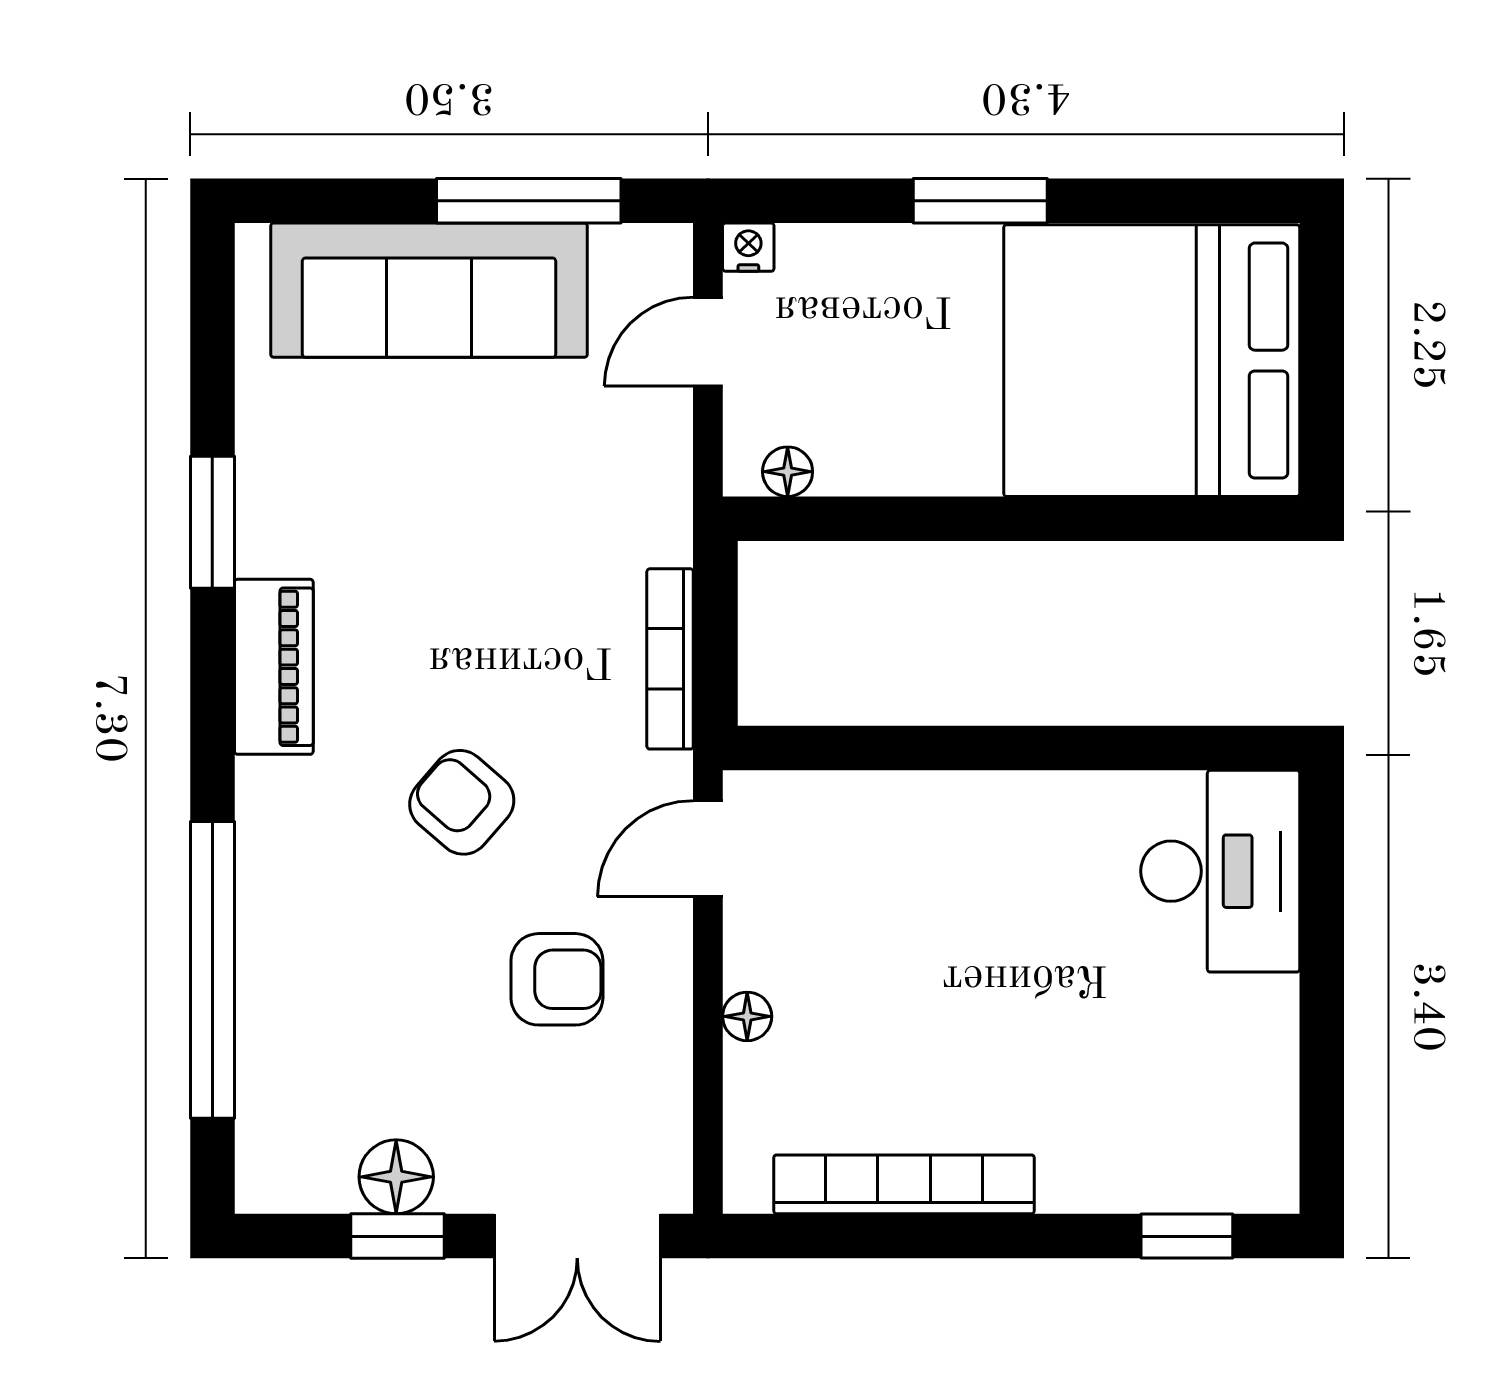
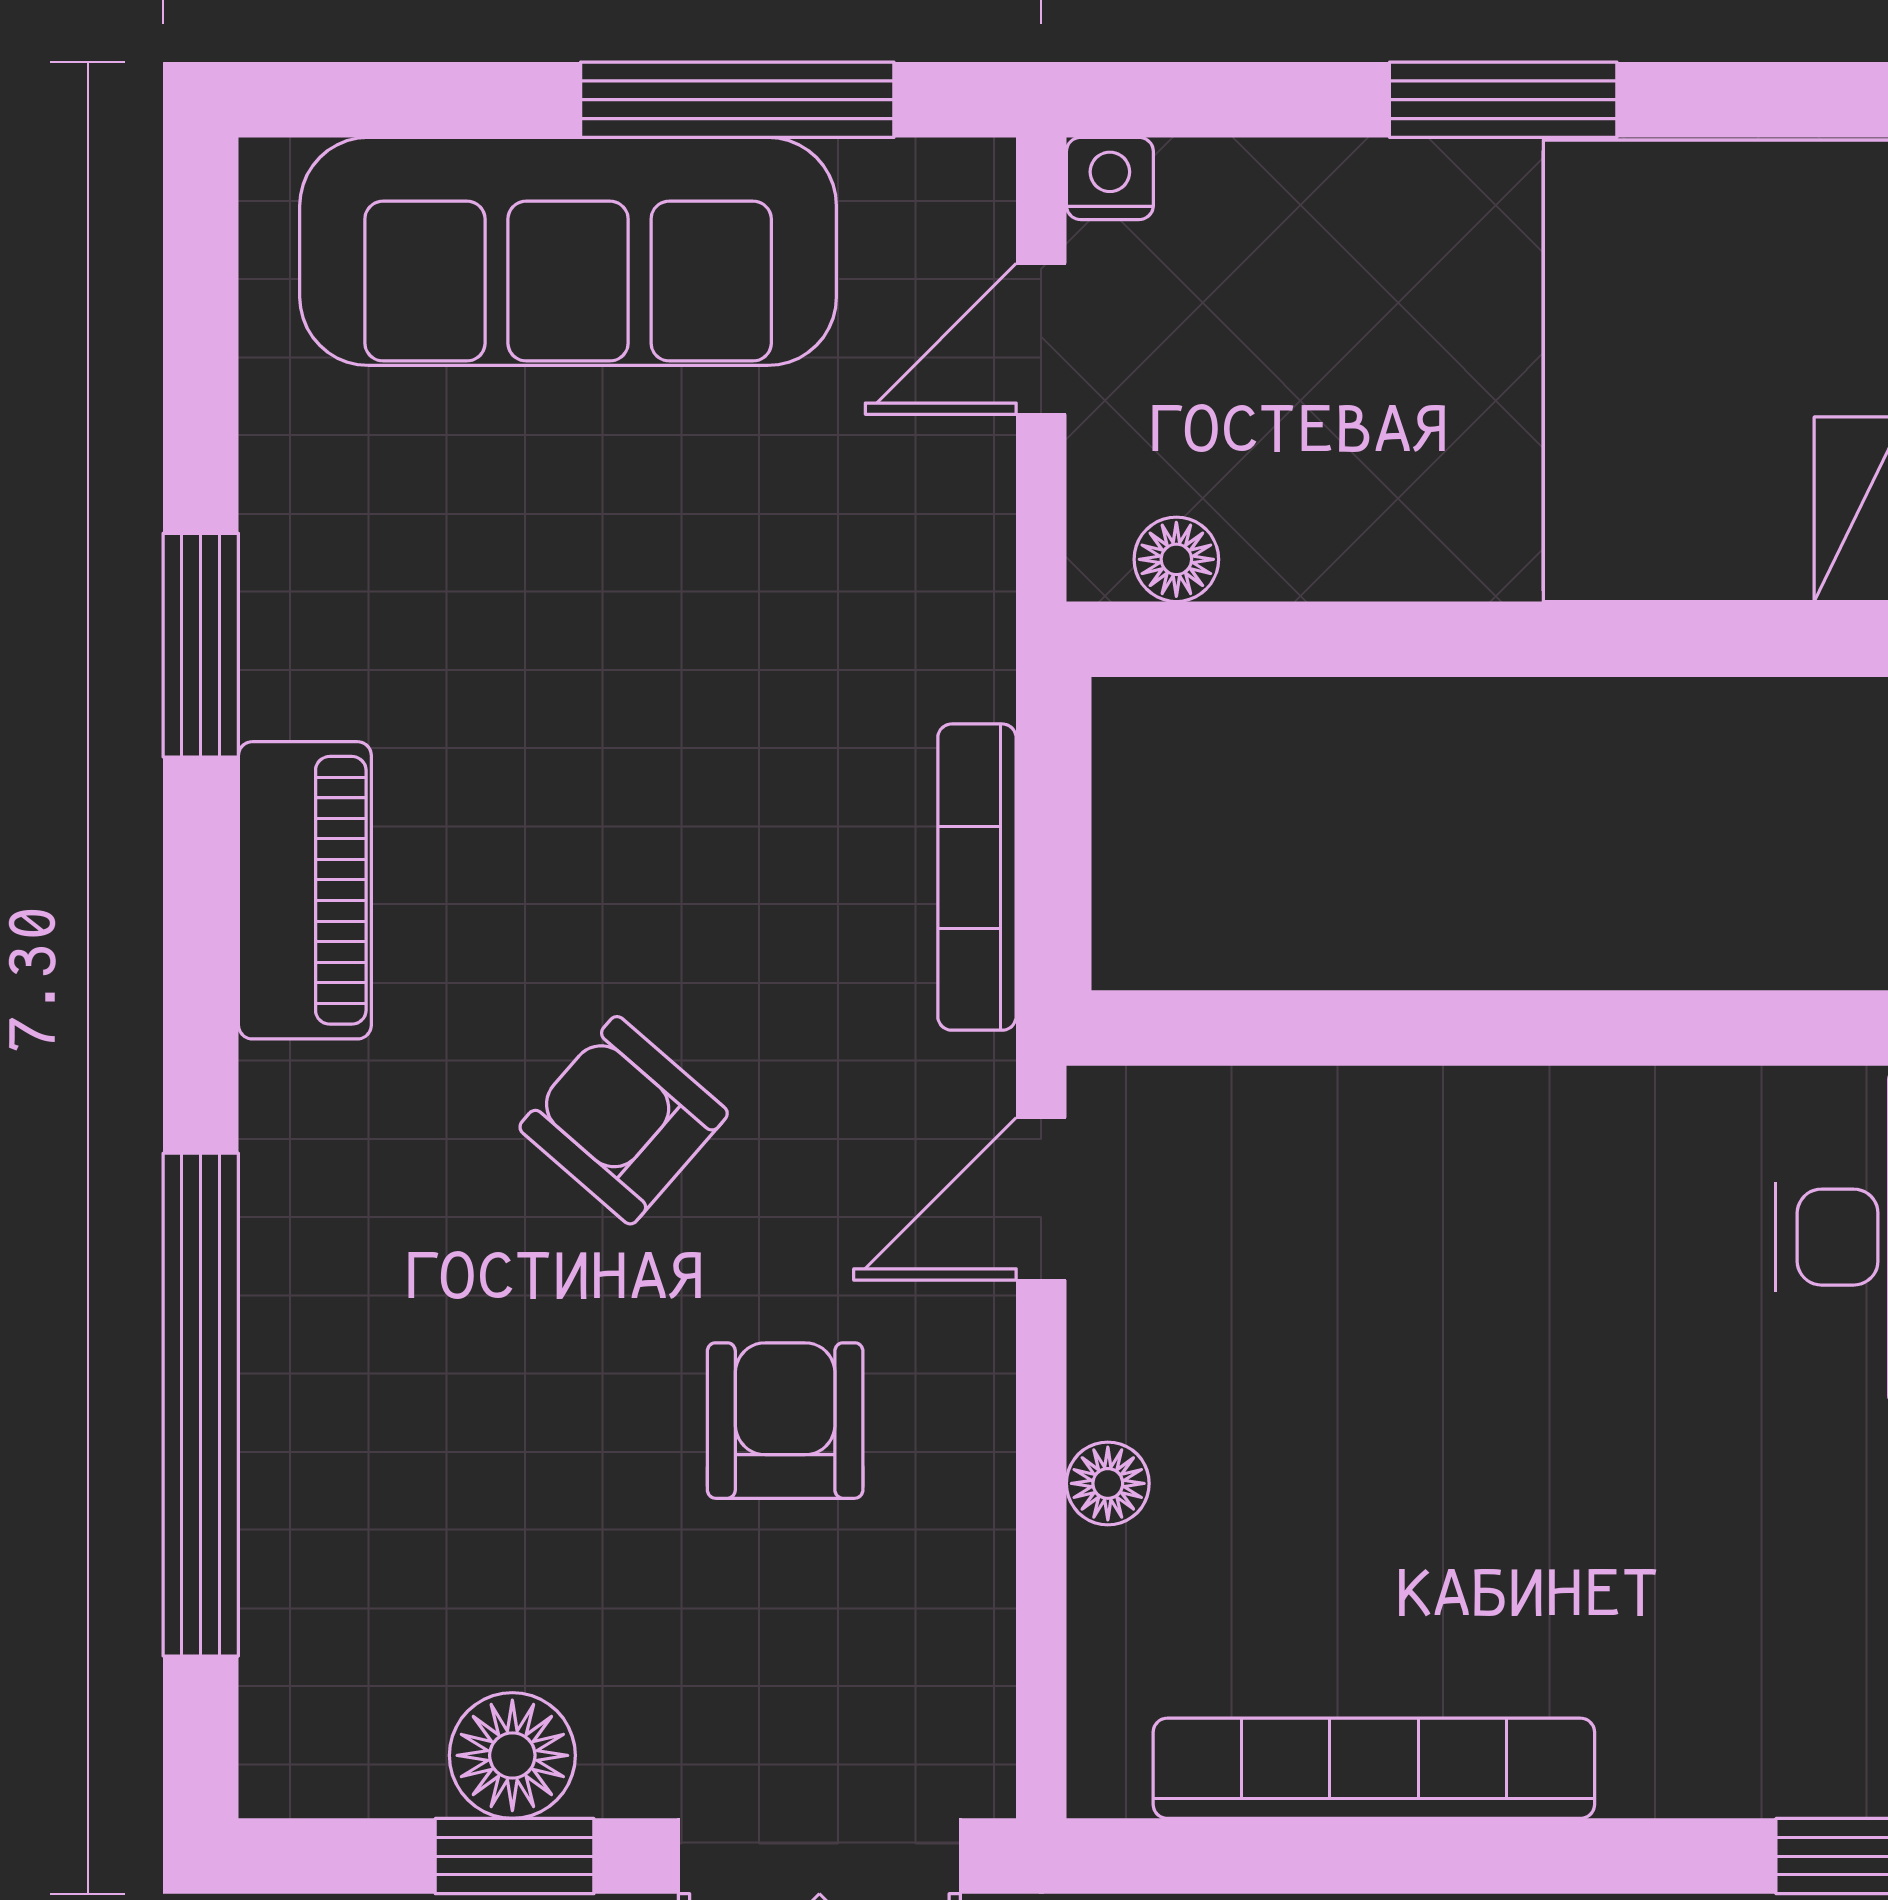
armchair: (557, 979) -> (785, 1421), turned -90

